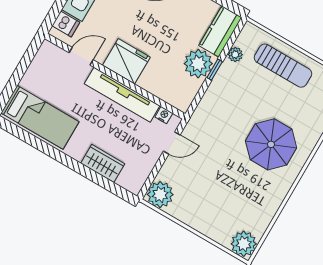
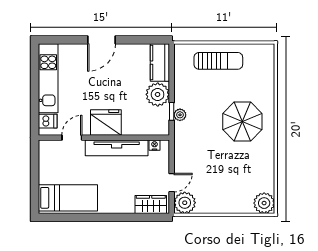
plant: (235, 55) -> (180, 115), moved
window: (215, 70) -> (172, 111), moved
door: (172, 143) -> (172, 183), moved
wardrobe: (103, 163) -> (151, 205), moved

